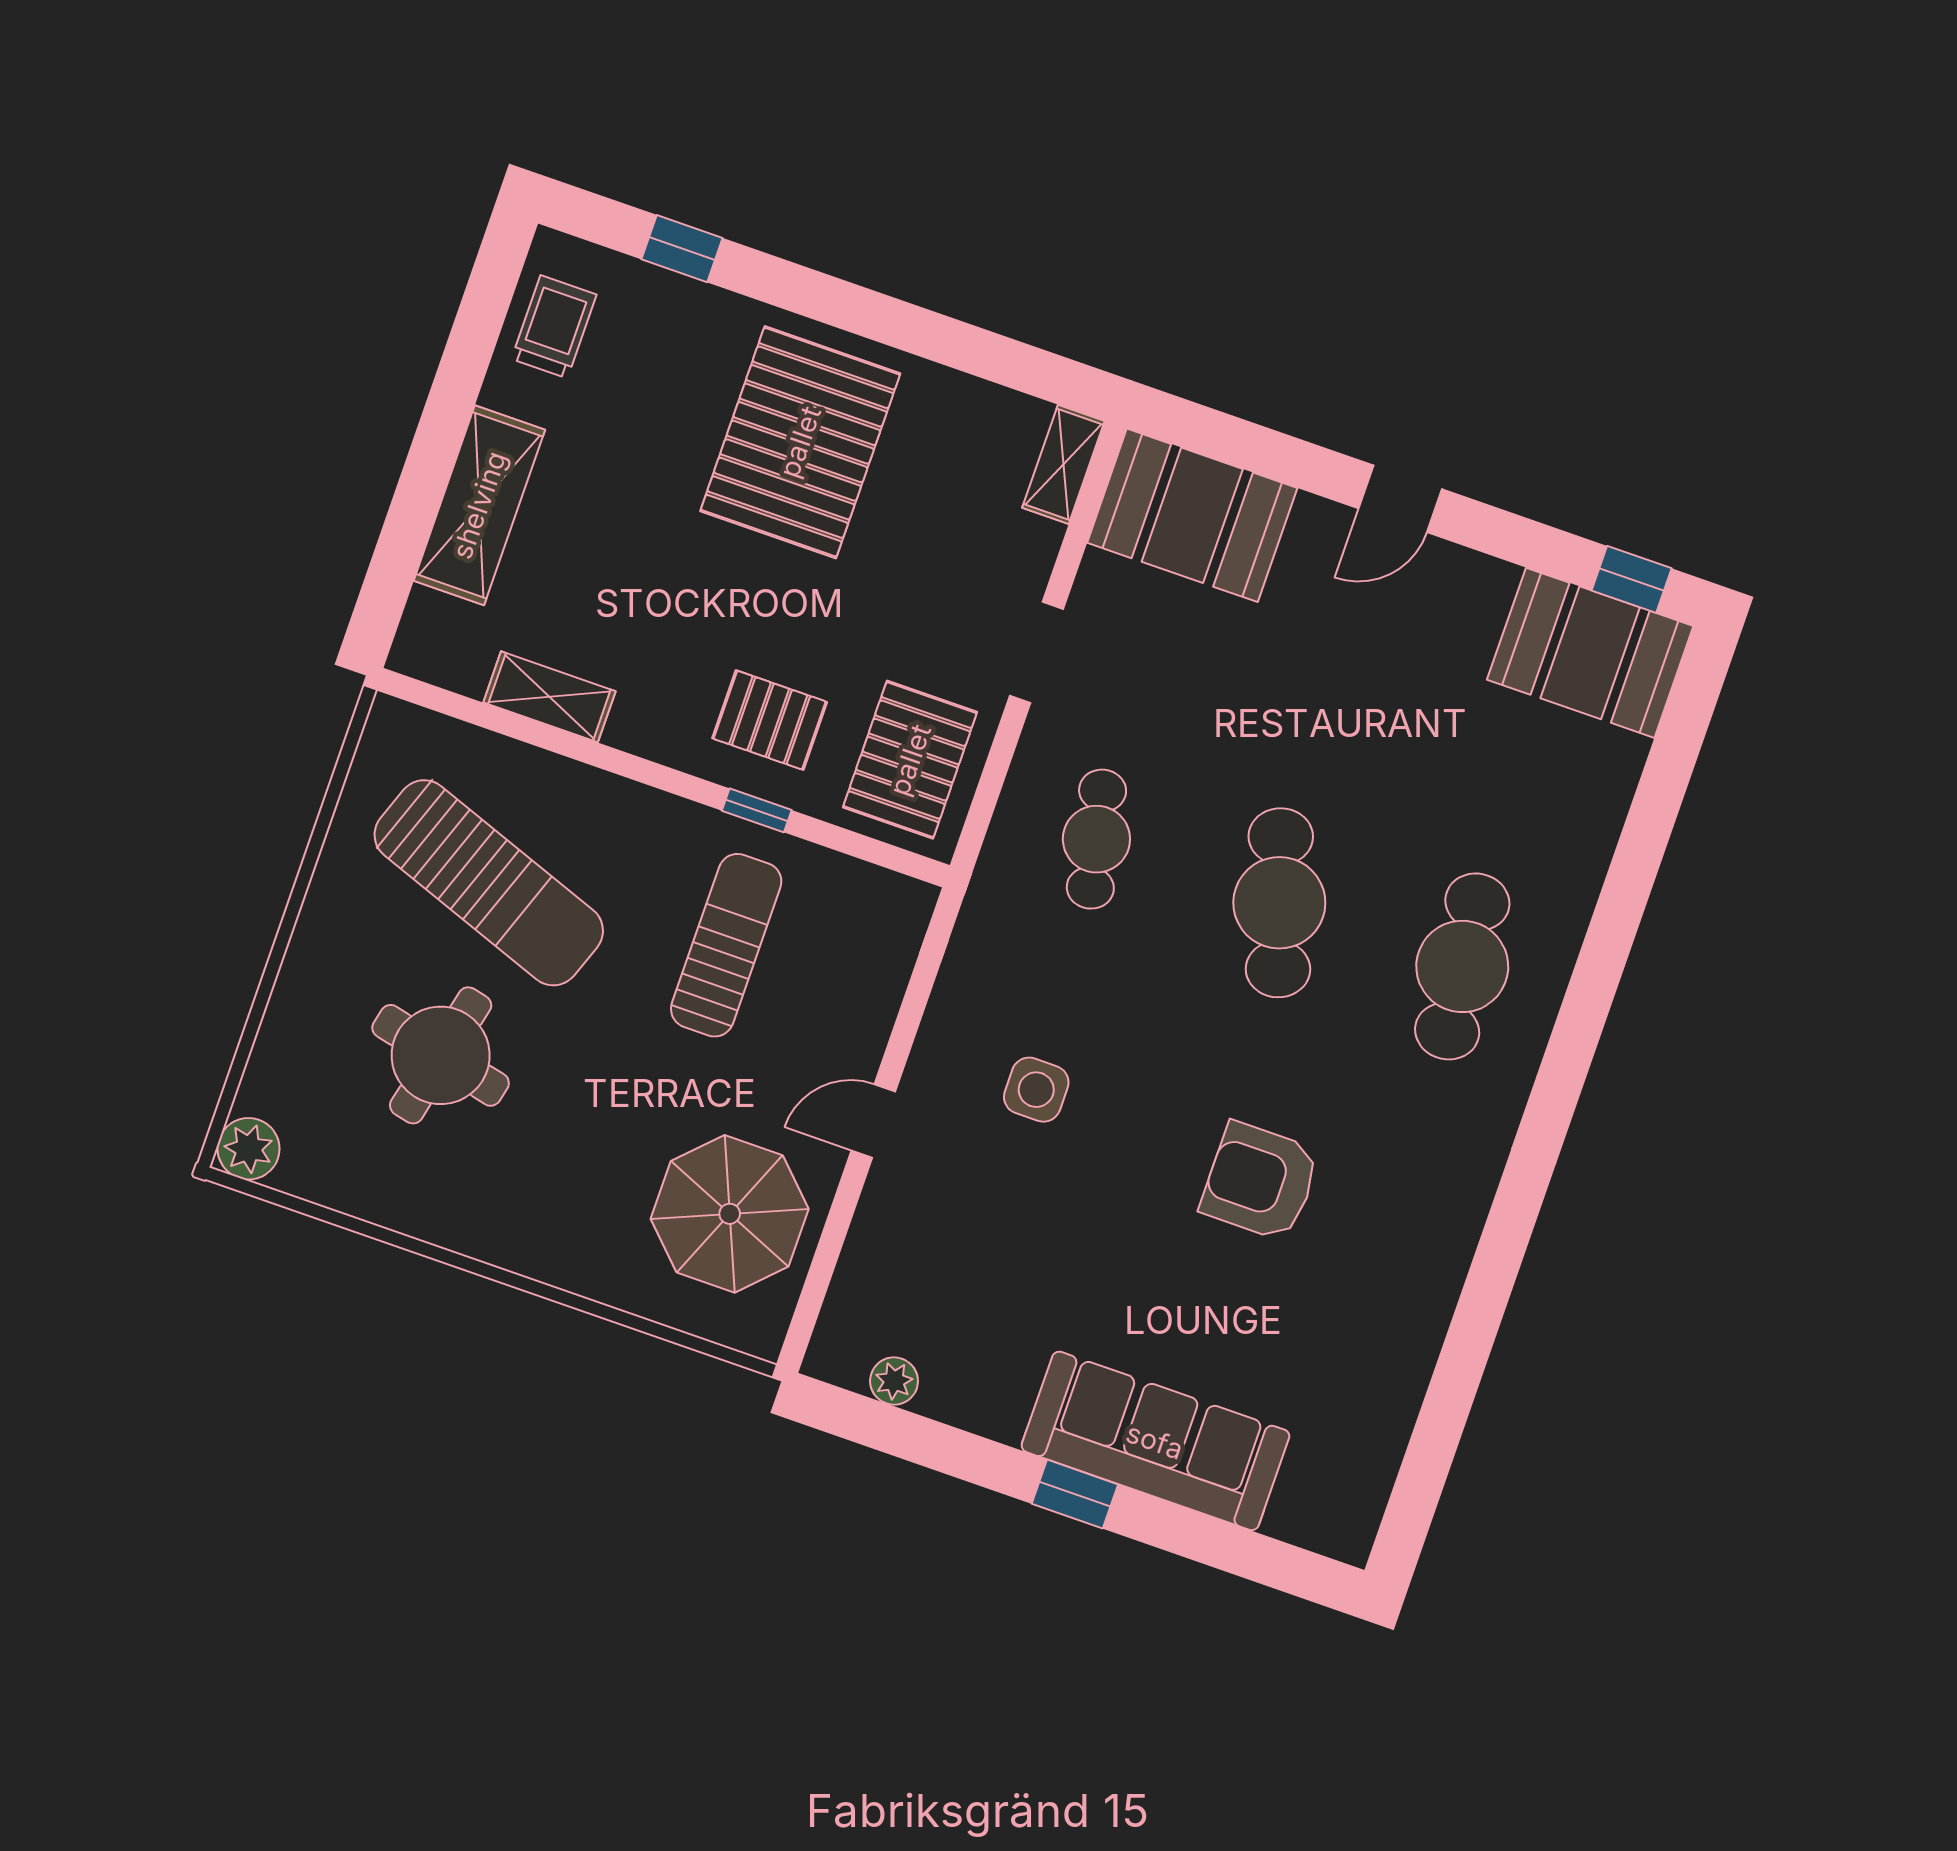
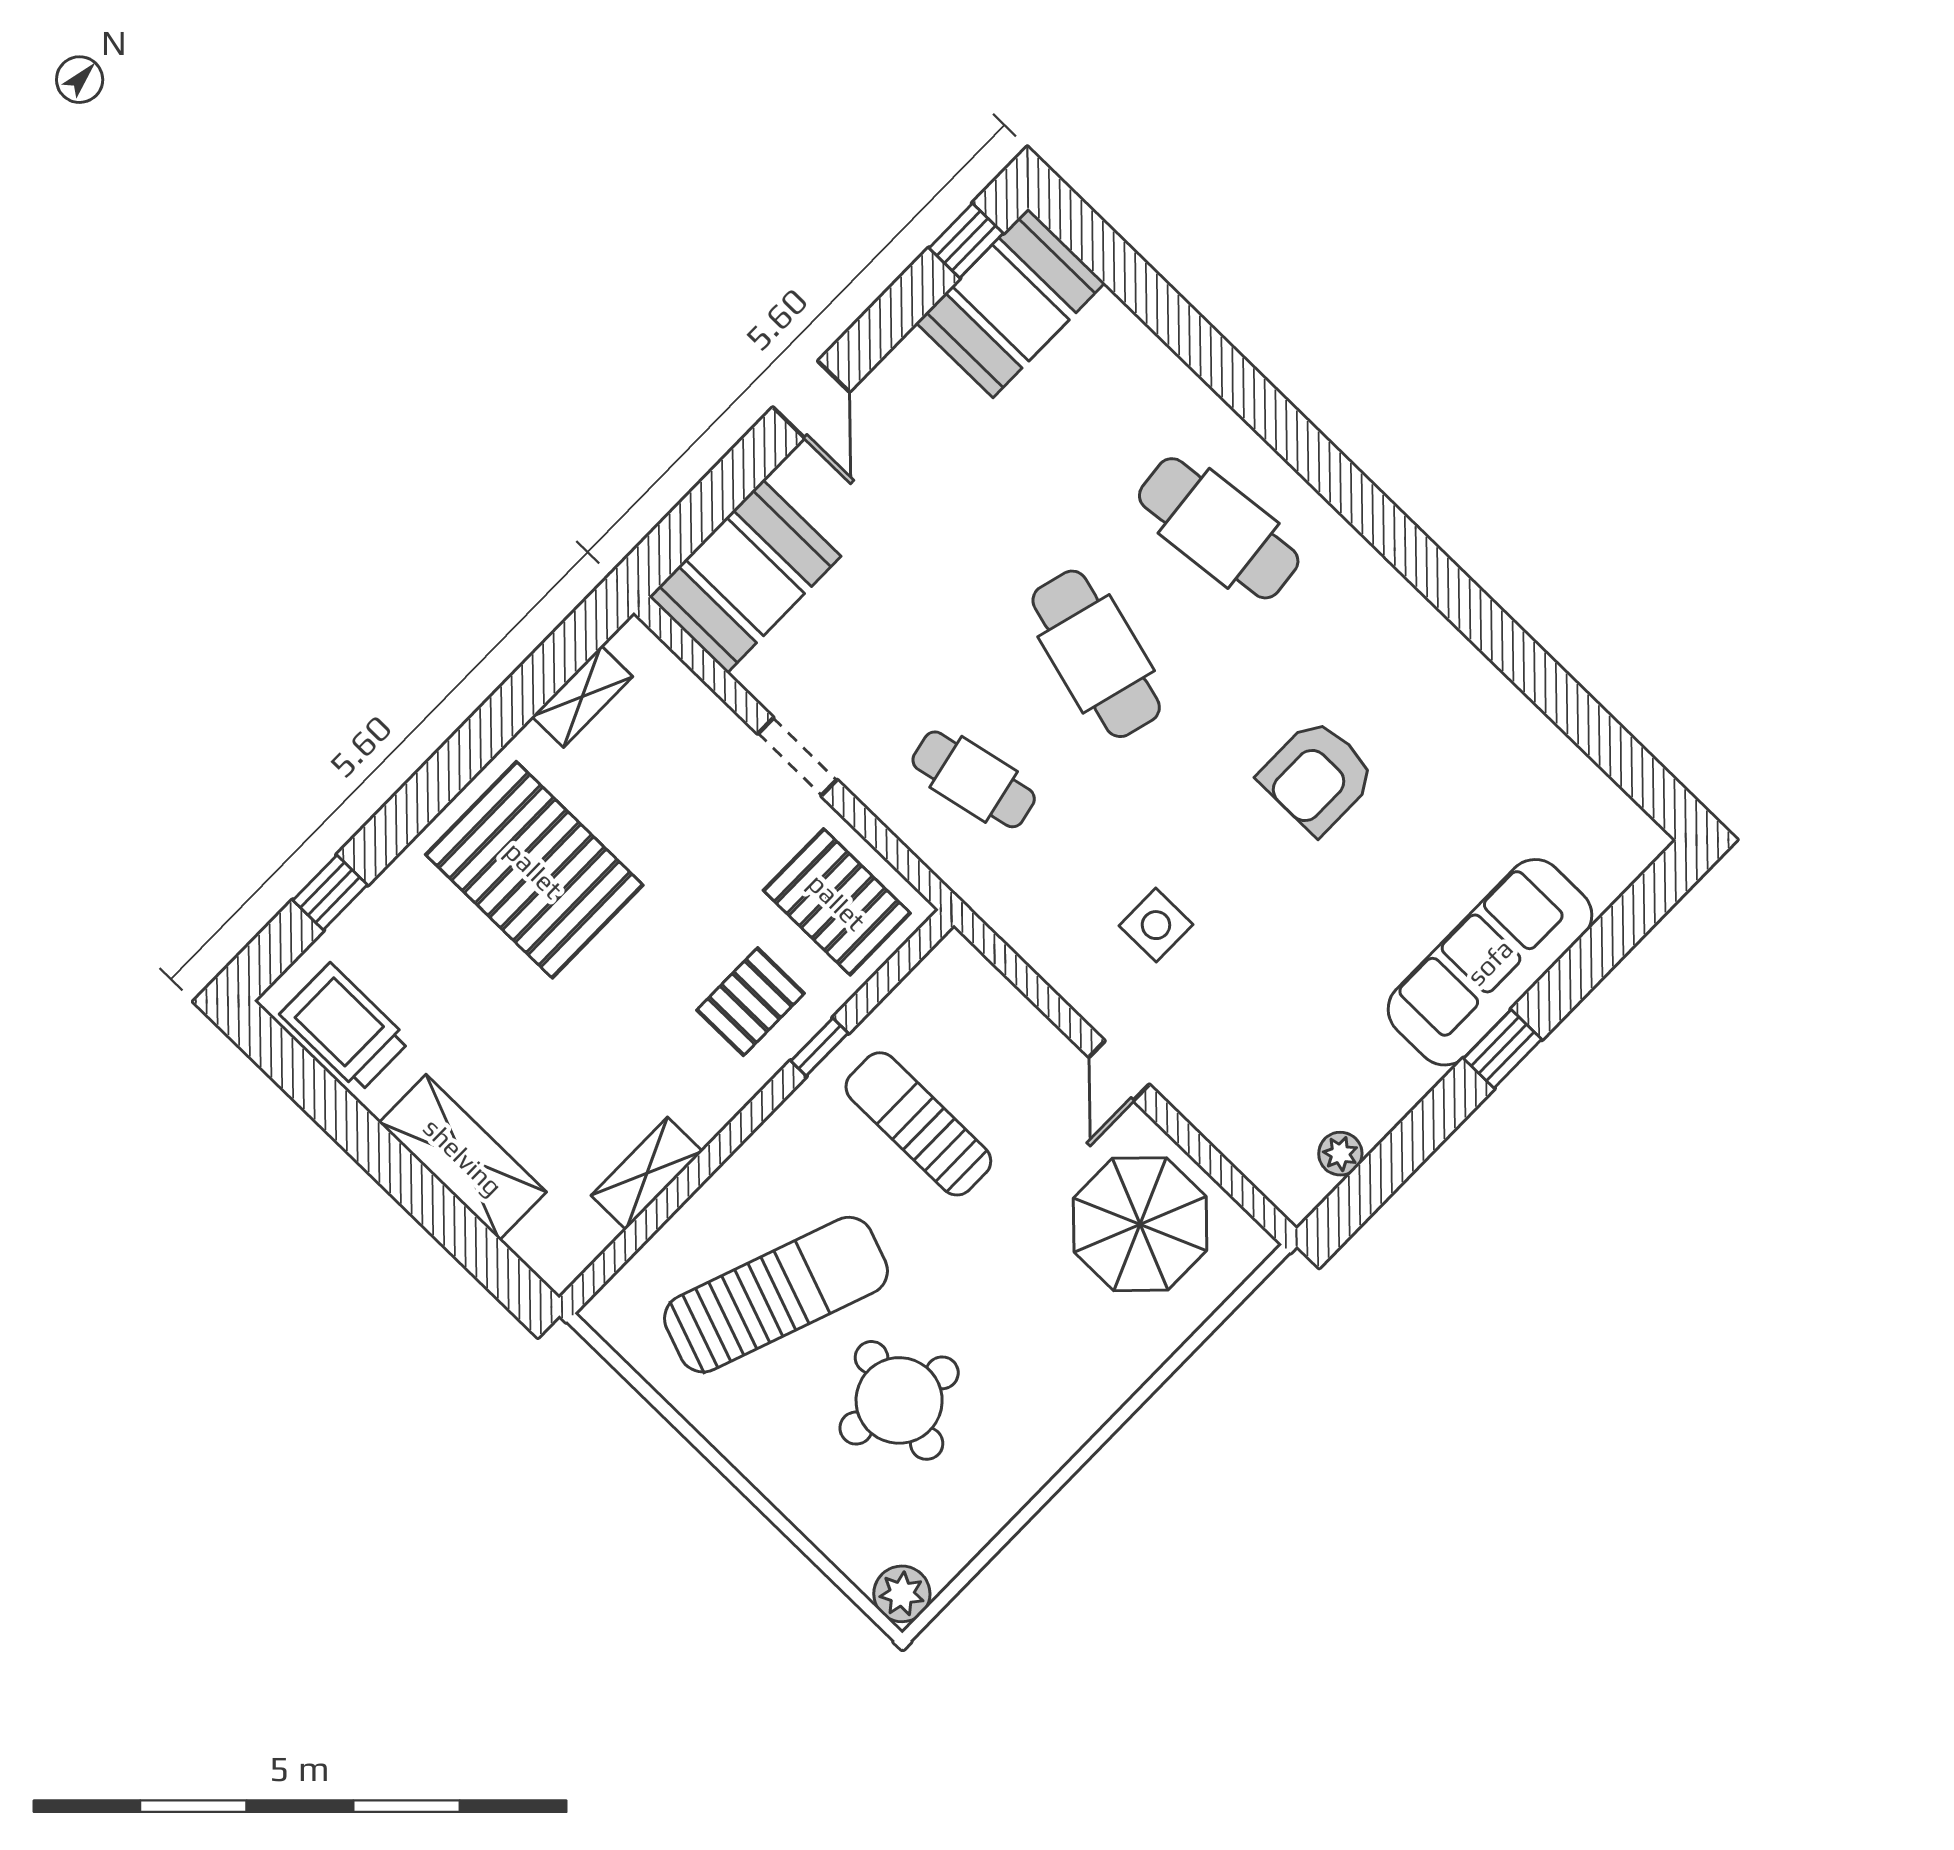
trolley: (554, 327) -> (345, 1028), width x1.36, depth x1.39
shelving: (1063, 464) -> (582, 696), moved, turned 90
cafe table: (1279, 903) -> (1096, 654), turned 33

